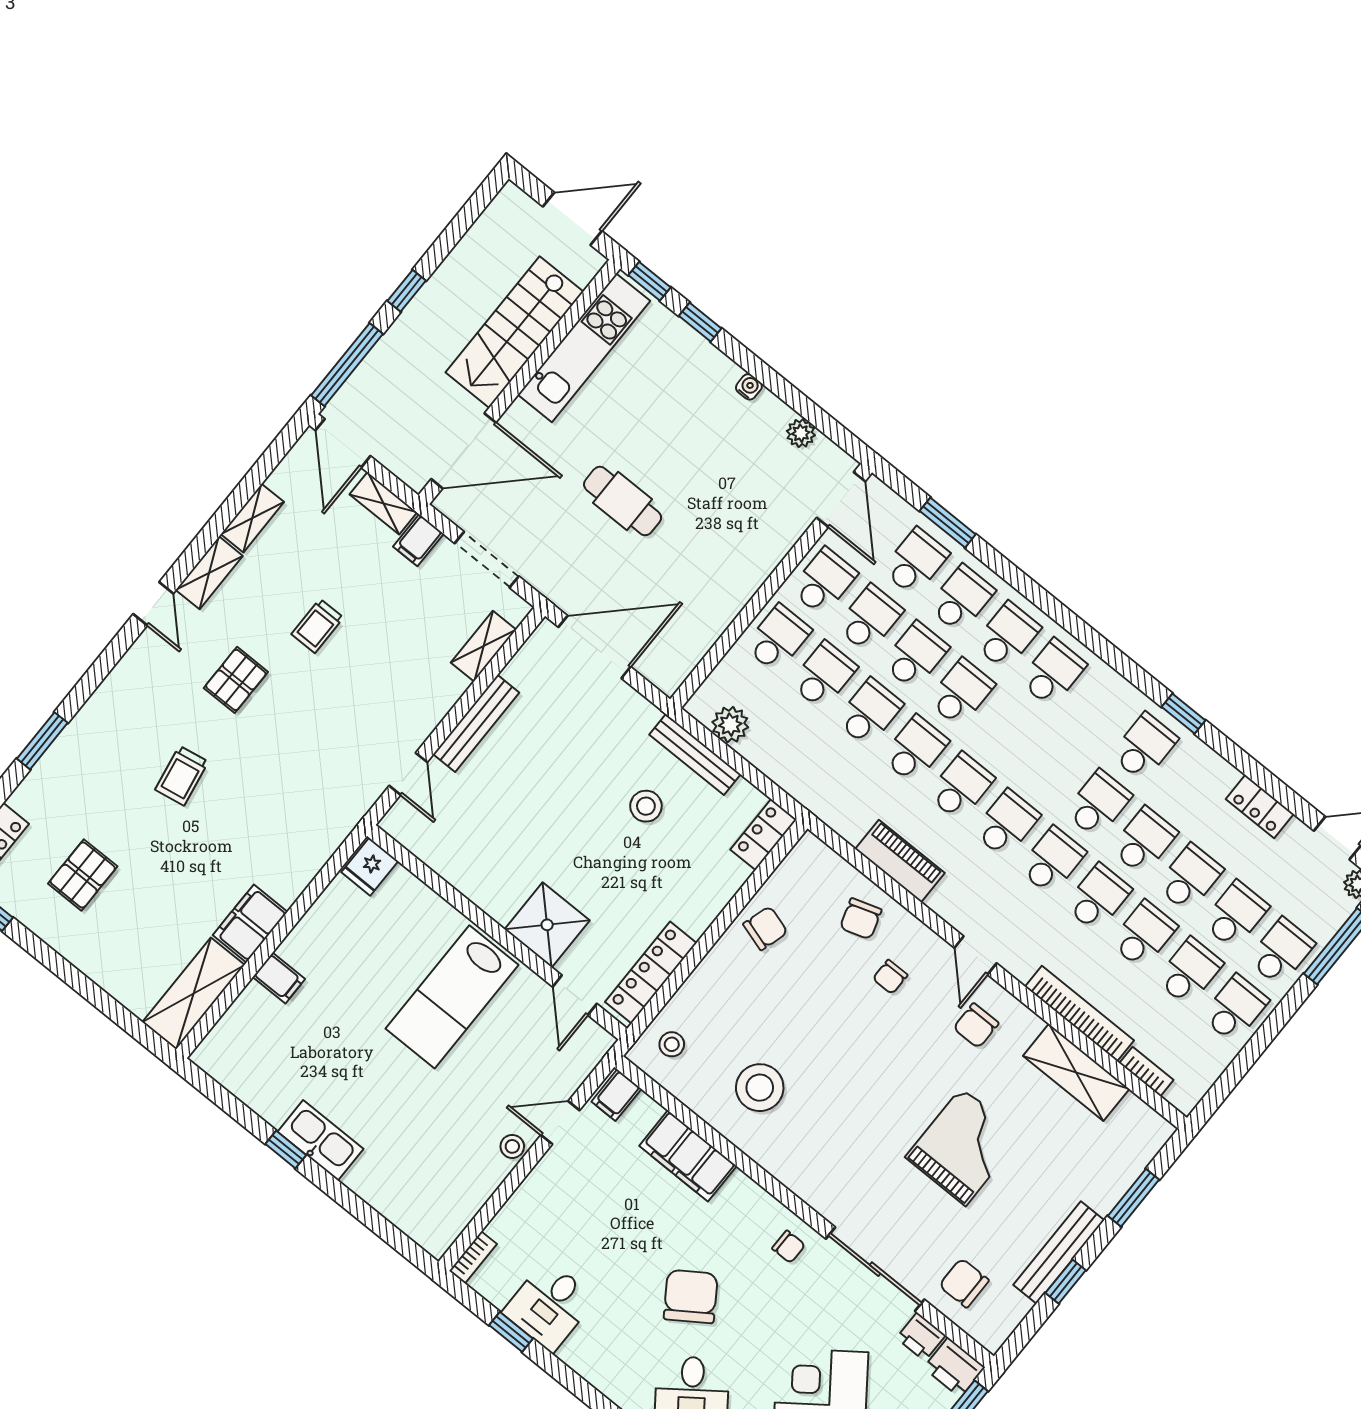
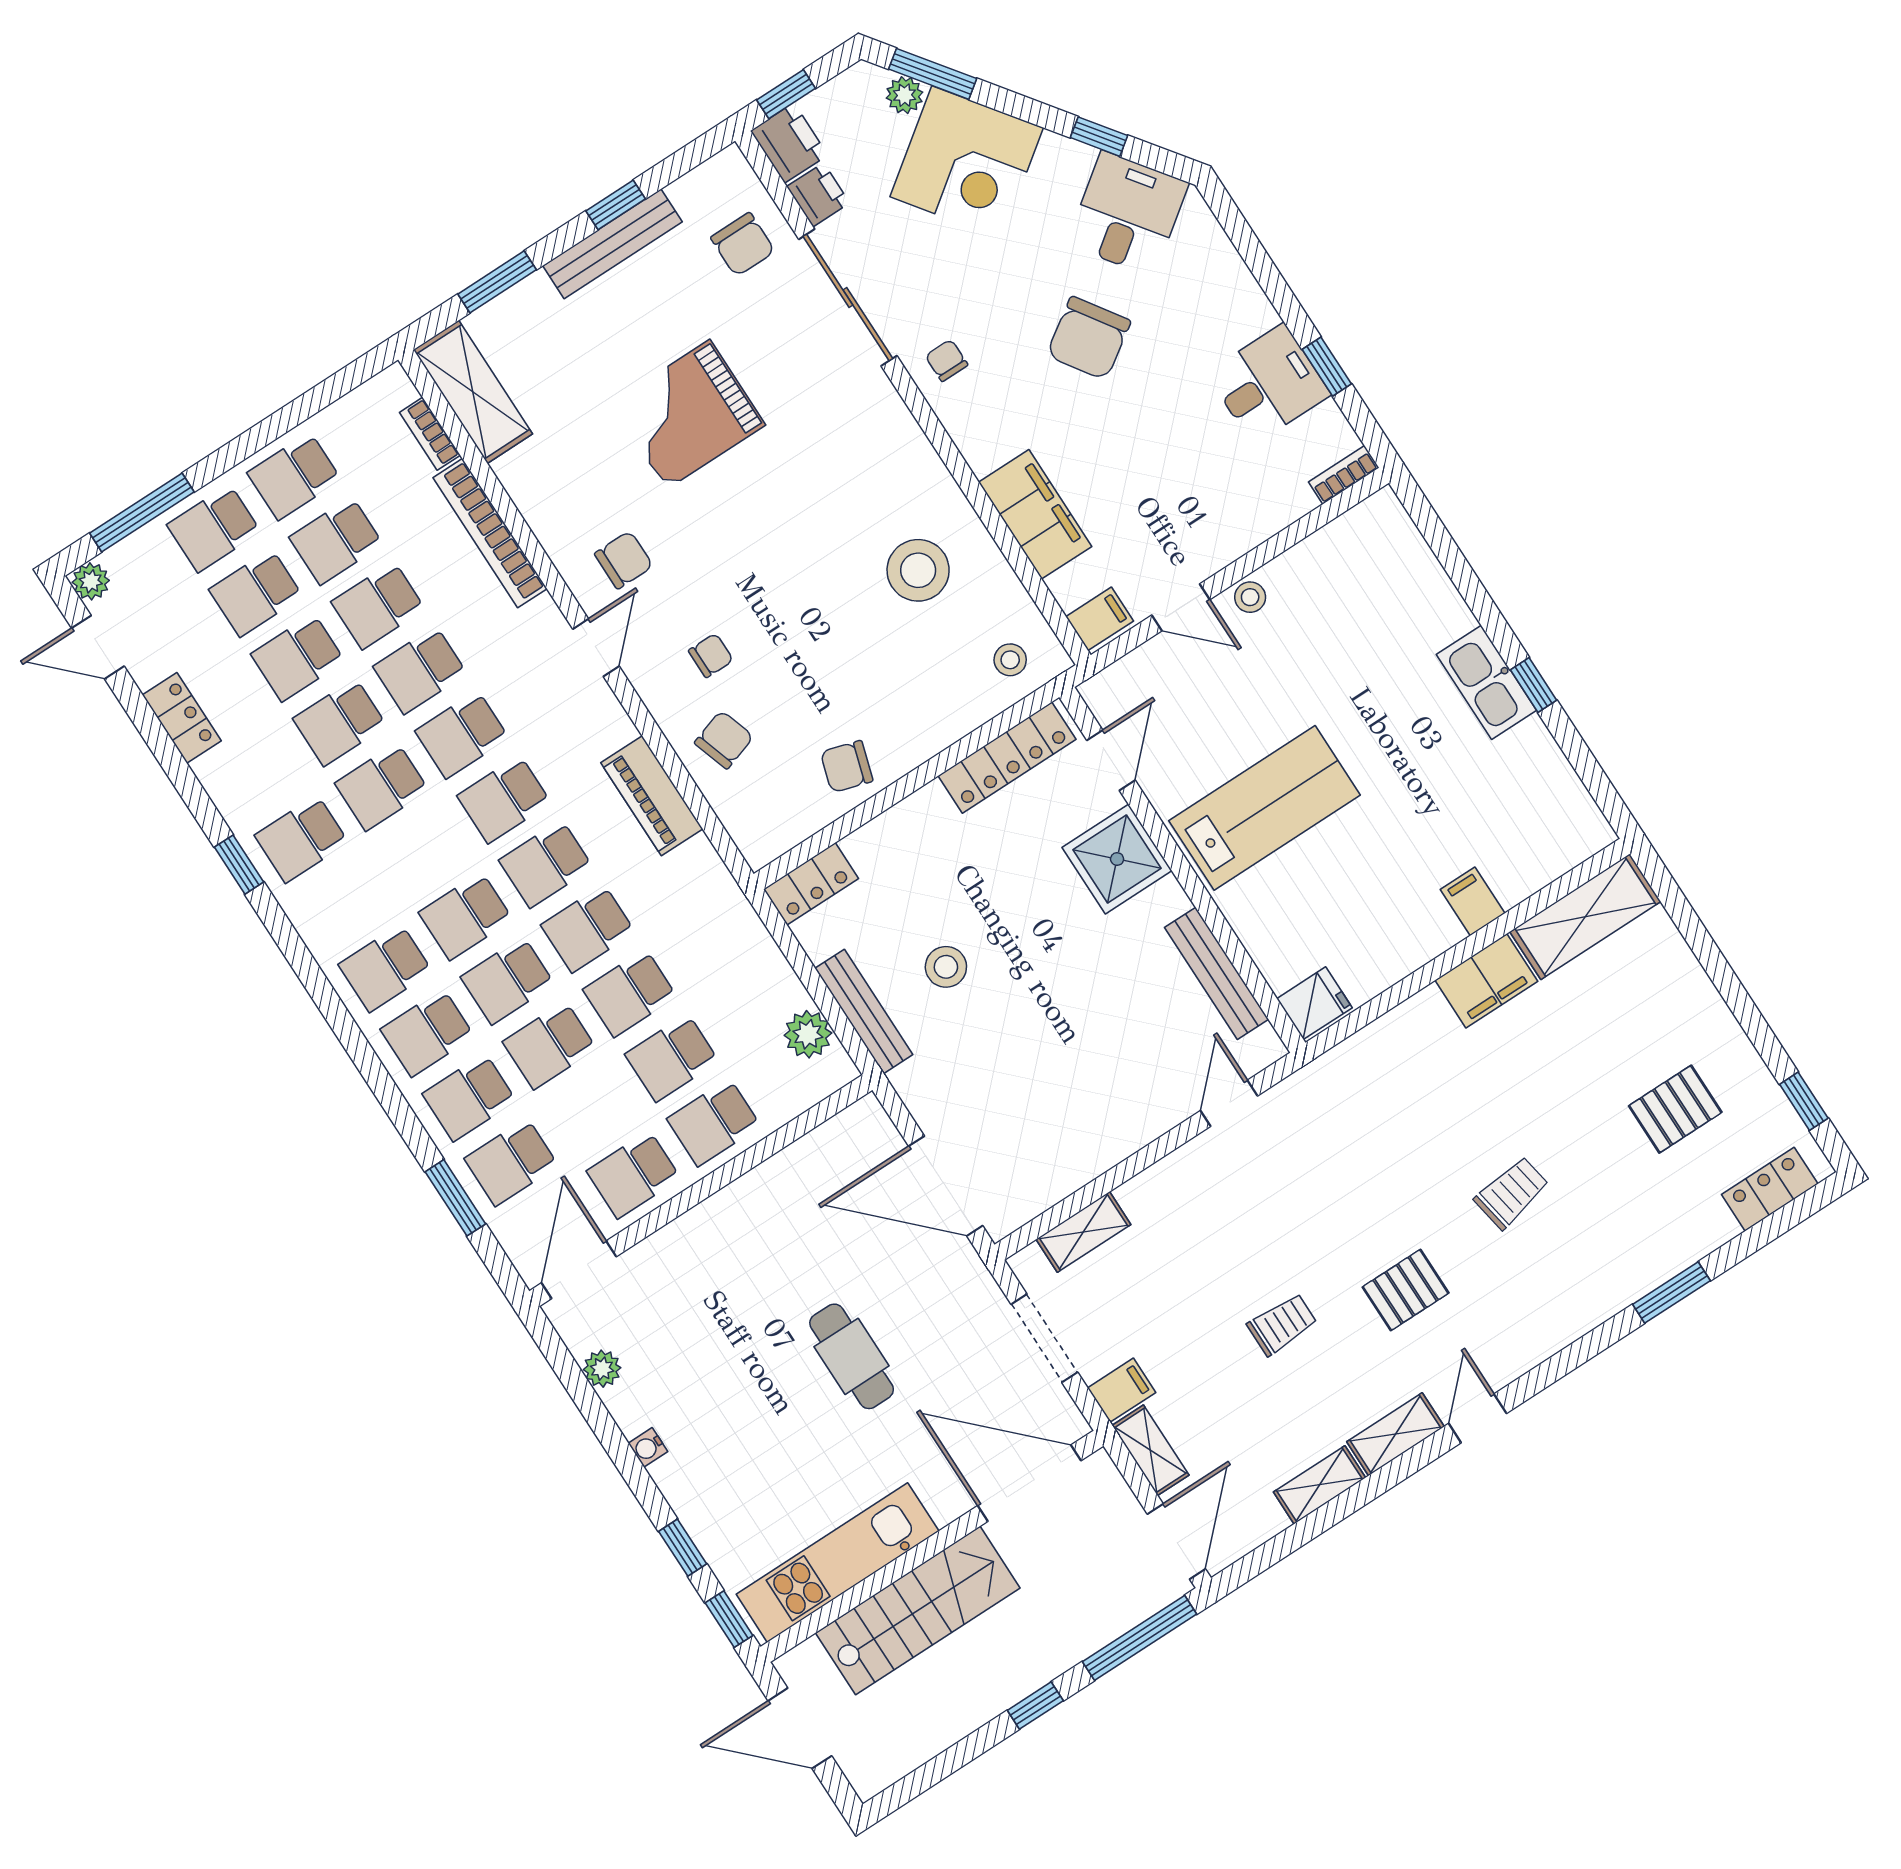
school desk: (870, 619) -> (466, 916), moved
bench: (476, 723) -> (1217, 973), moved, turned 90
shelving: (1076, 1072) -> (473, 392), moved

